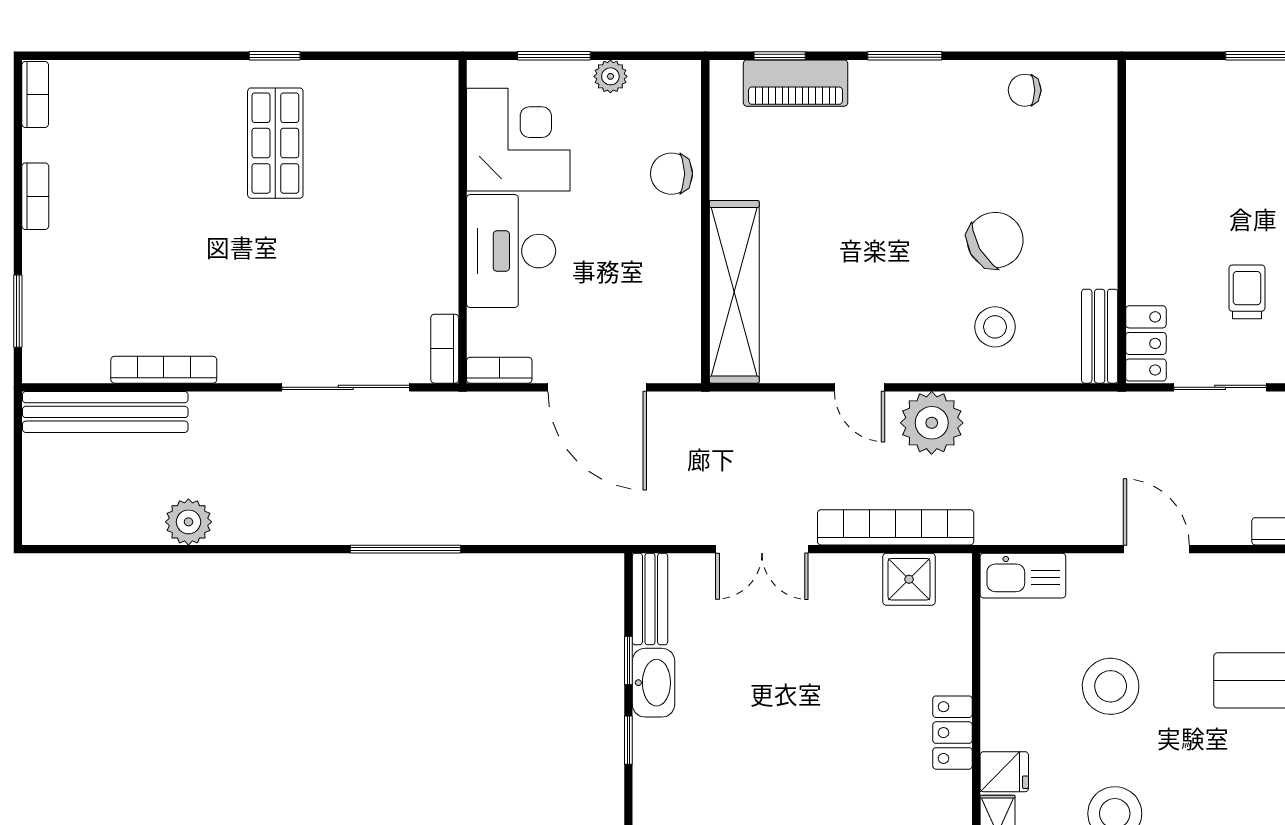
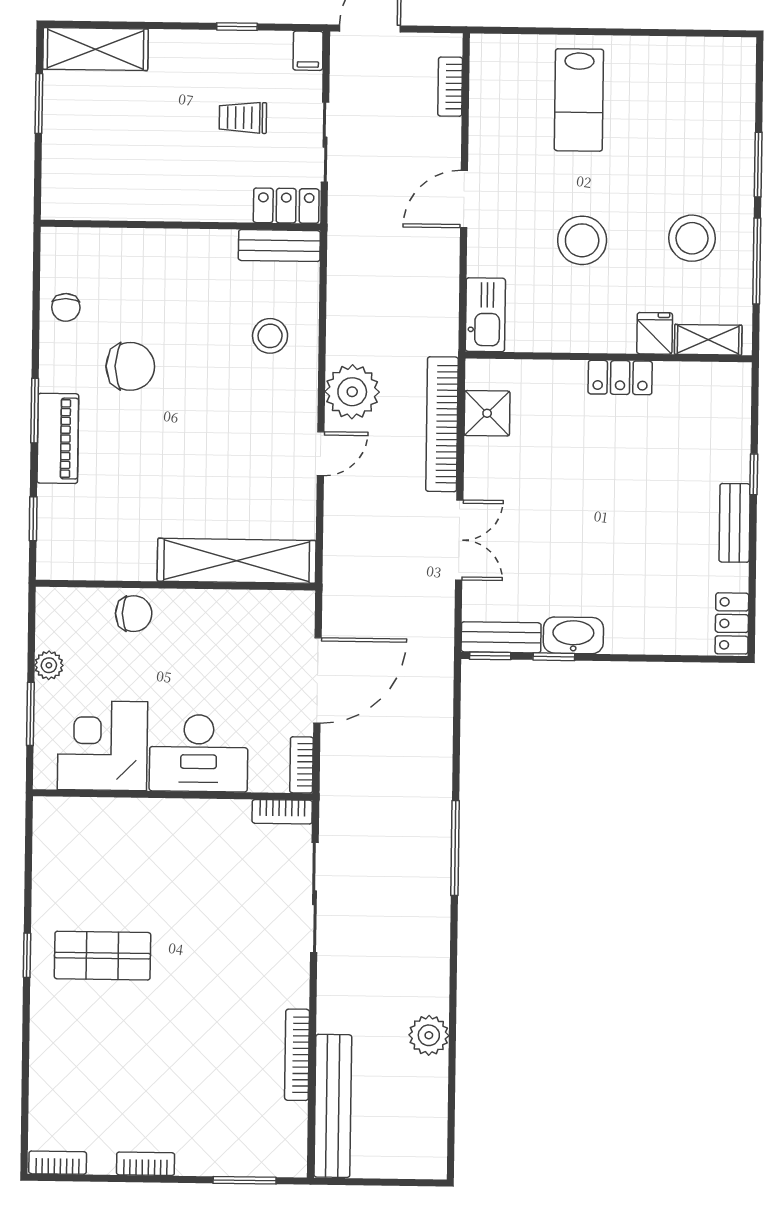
piano: (796, 83) -> (58, 438), moved
chair: (671, 174) -> (134, 614), turned -90
chair: (995, 240) -> (130, 366), moved, turned 120
window: (628, 740) -> (490, 656), moved

